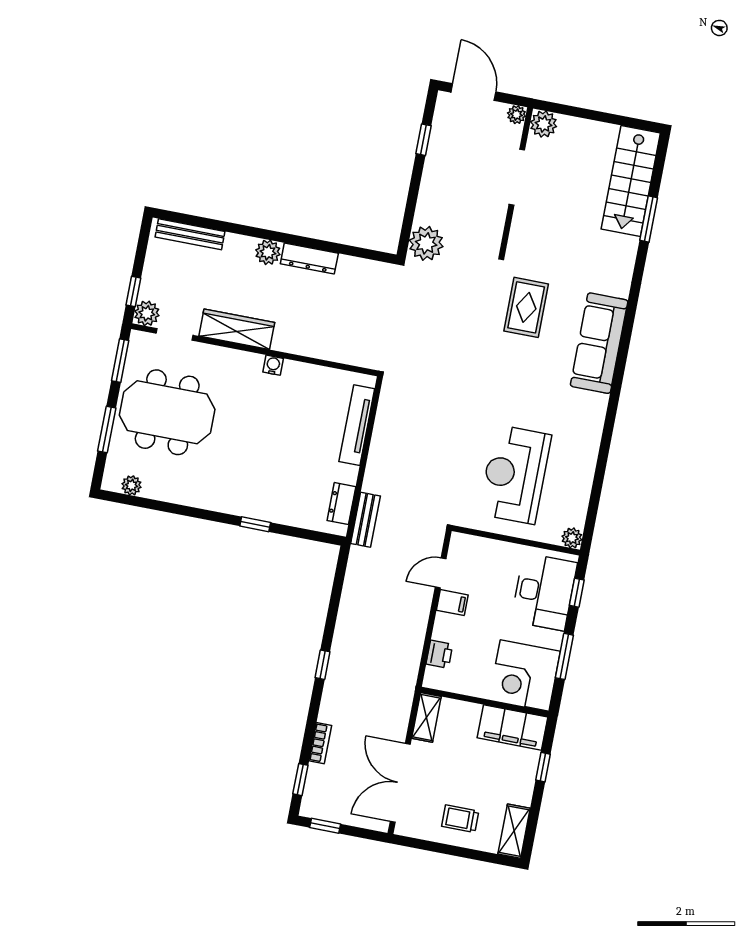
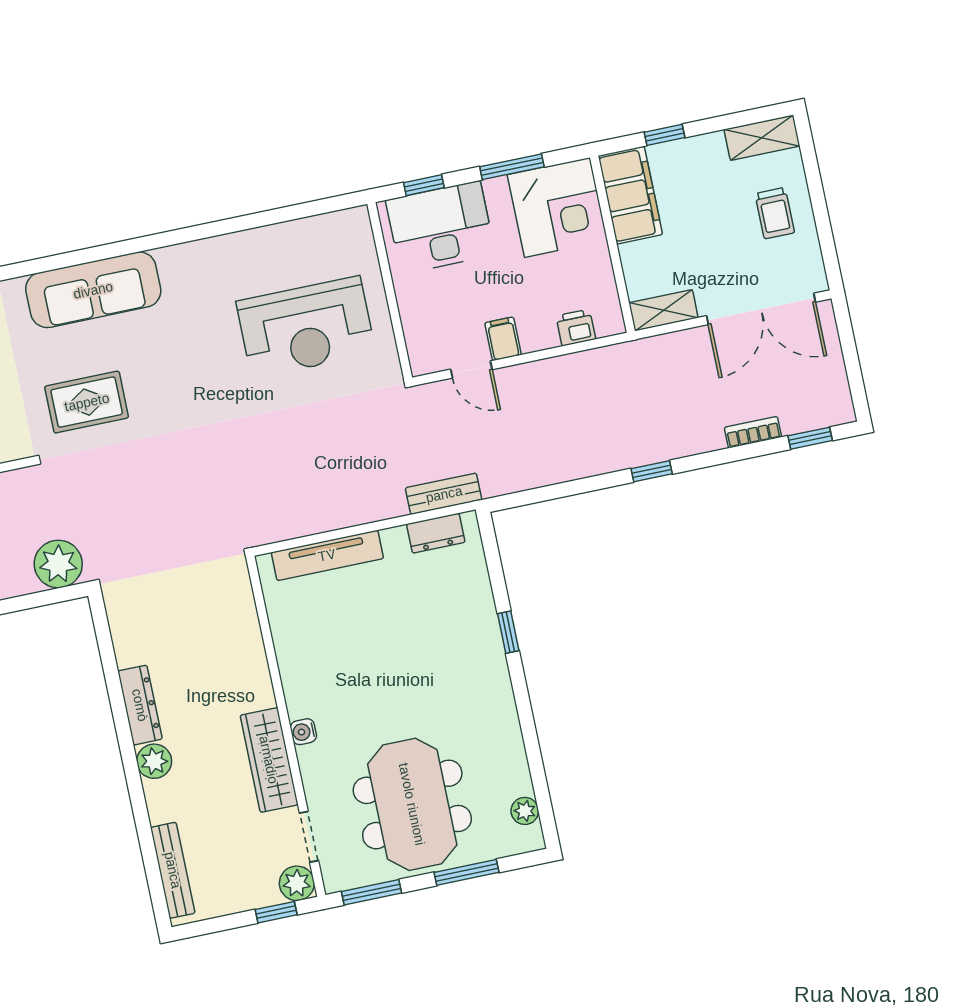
water cooler: (273, 365) -> (303, 732), moved
plant: (572, 538) -> (357, 220), removed
window: (325, 826) -> (856, 382), removed

